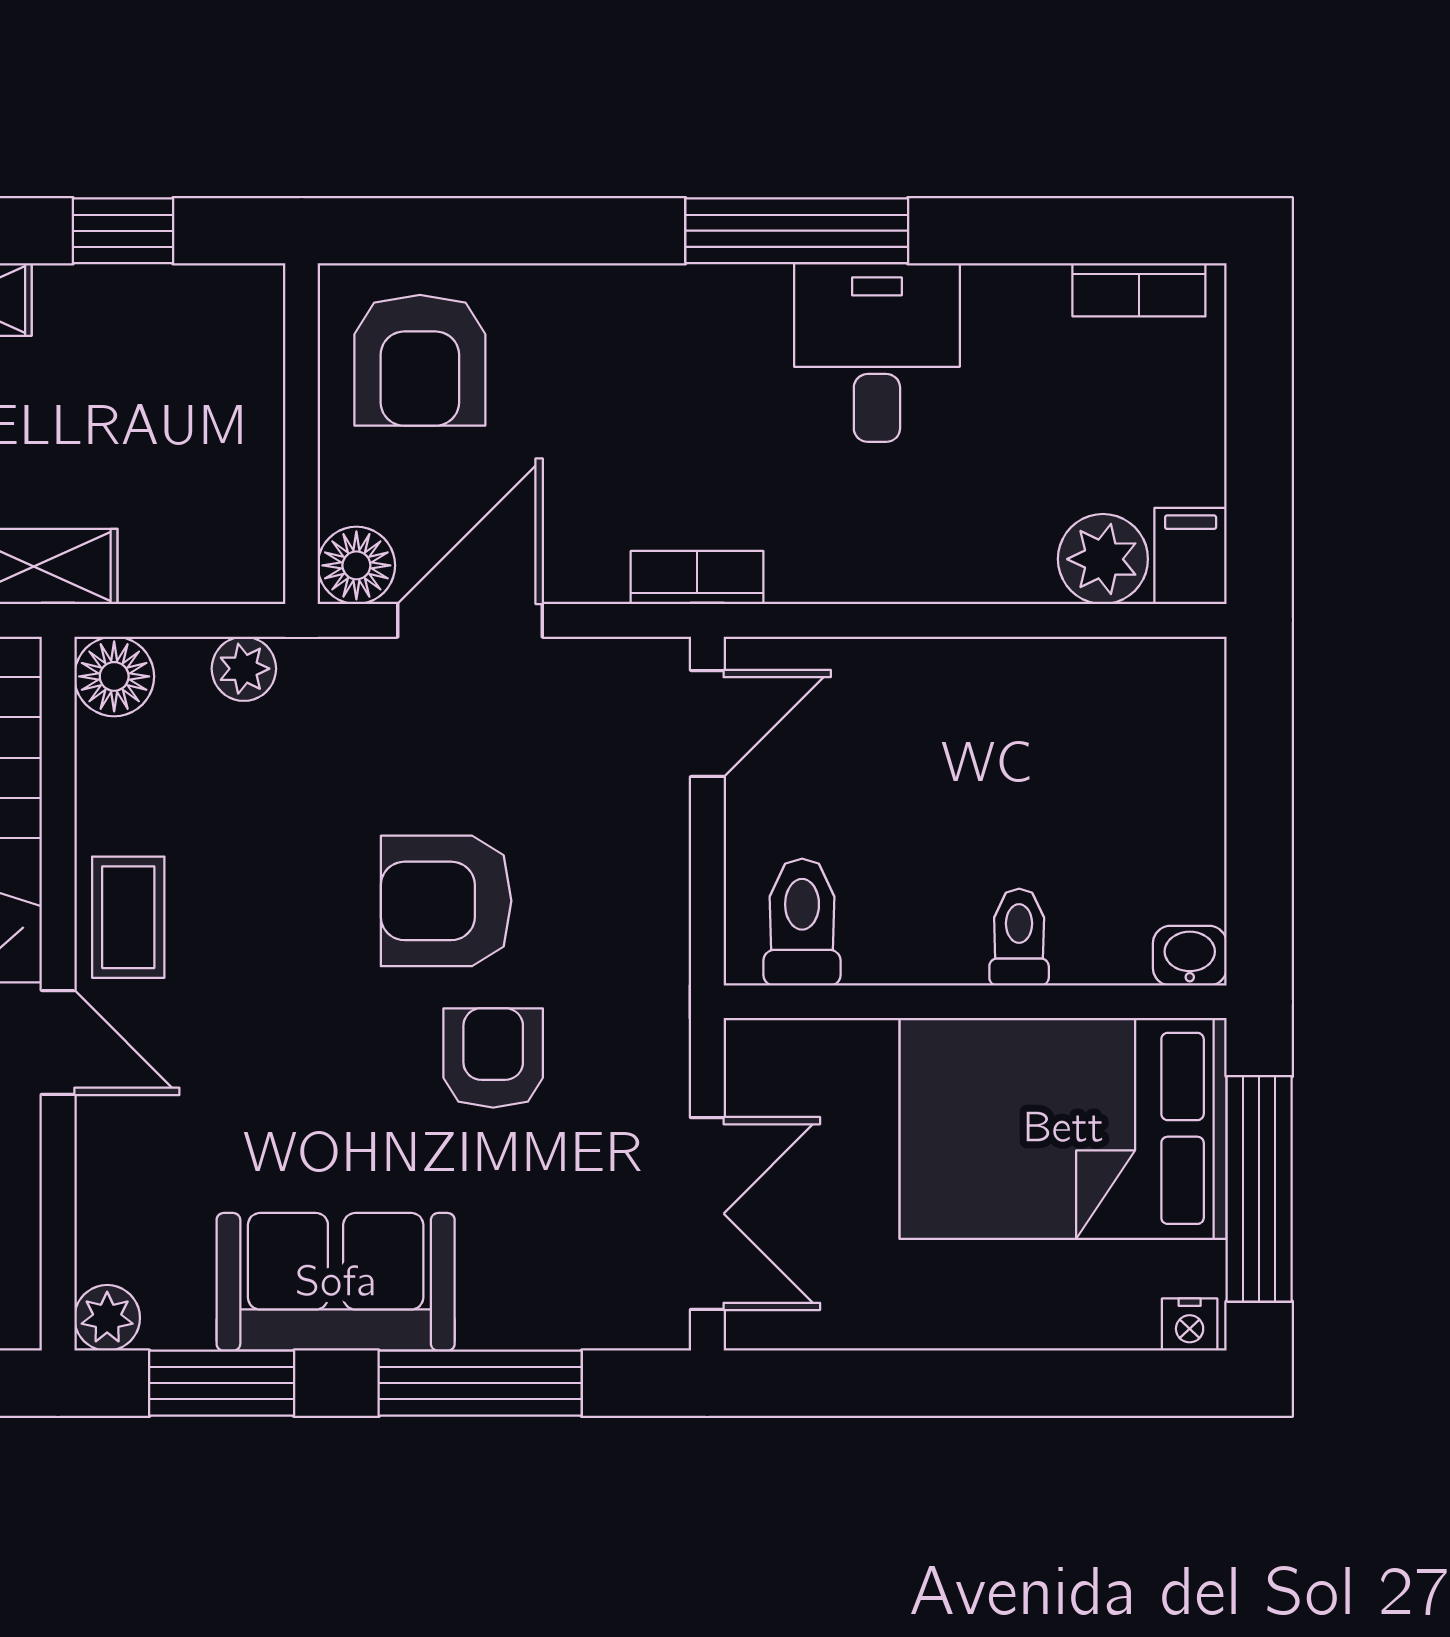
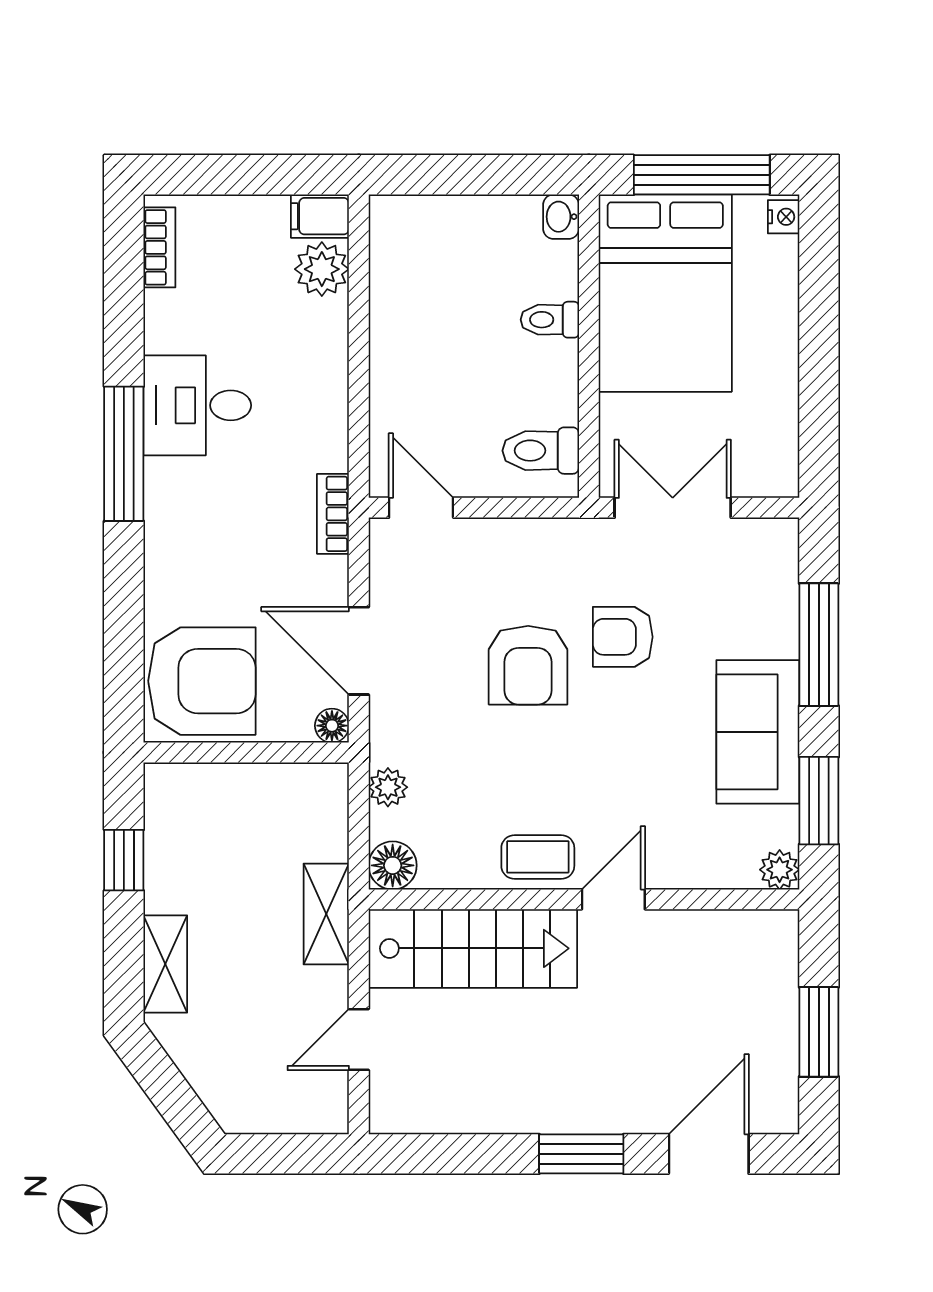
armchair: (420, 360) -> (202, 681), width x1.36, depth x1.36
floor lamp: (356, 565) -> (332, 726), width x0.73, depth x0.73
double door: (707, 1214) -> (673, 508), moved

